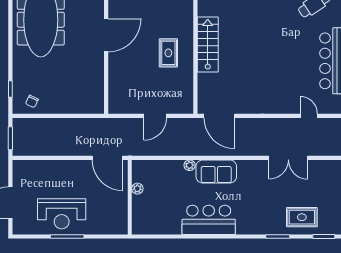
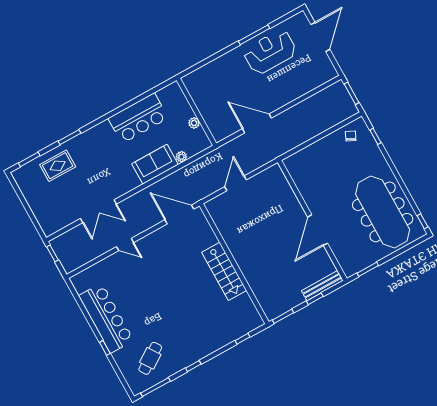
rug: (168, 53) -> (255, 245), removed
door: (309, 116) -> (125, 245), moved
double door: (288, 158) -> (98, 211), swing flipped
plant: (137, 189) -> (194, 123), moved
wall: (130, 197) -> (196, 112), moved

